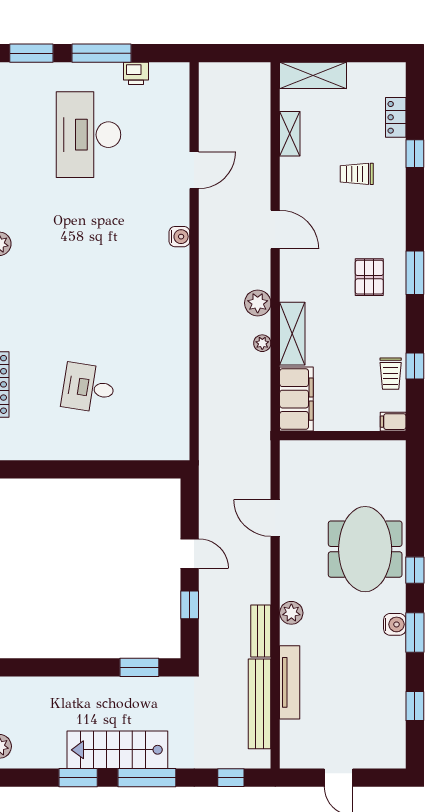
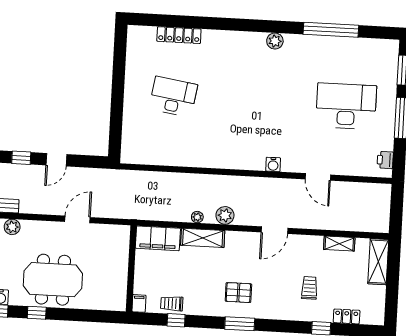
printer: (136, 73) -> (385, 160), moved
desk: (88, 388) -> (173, 97), width x1.37

